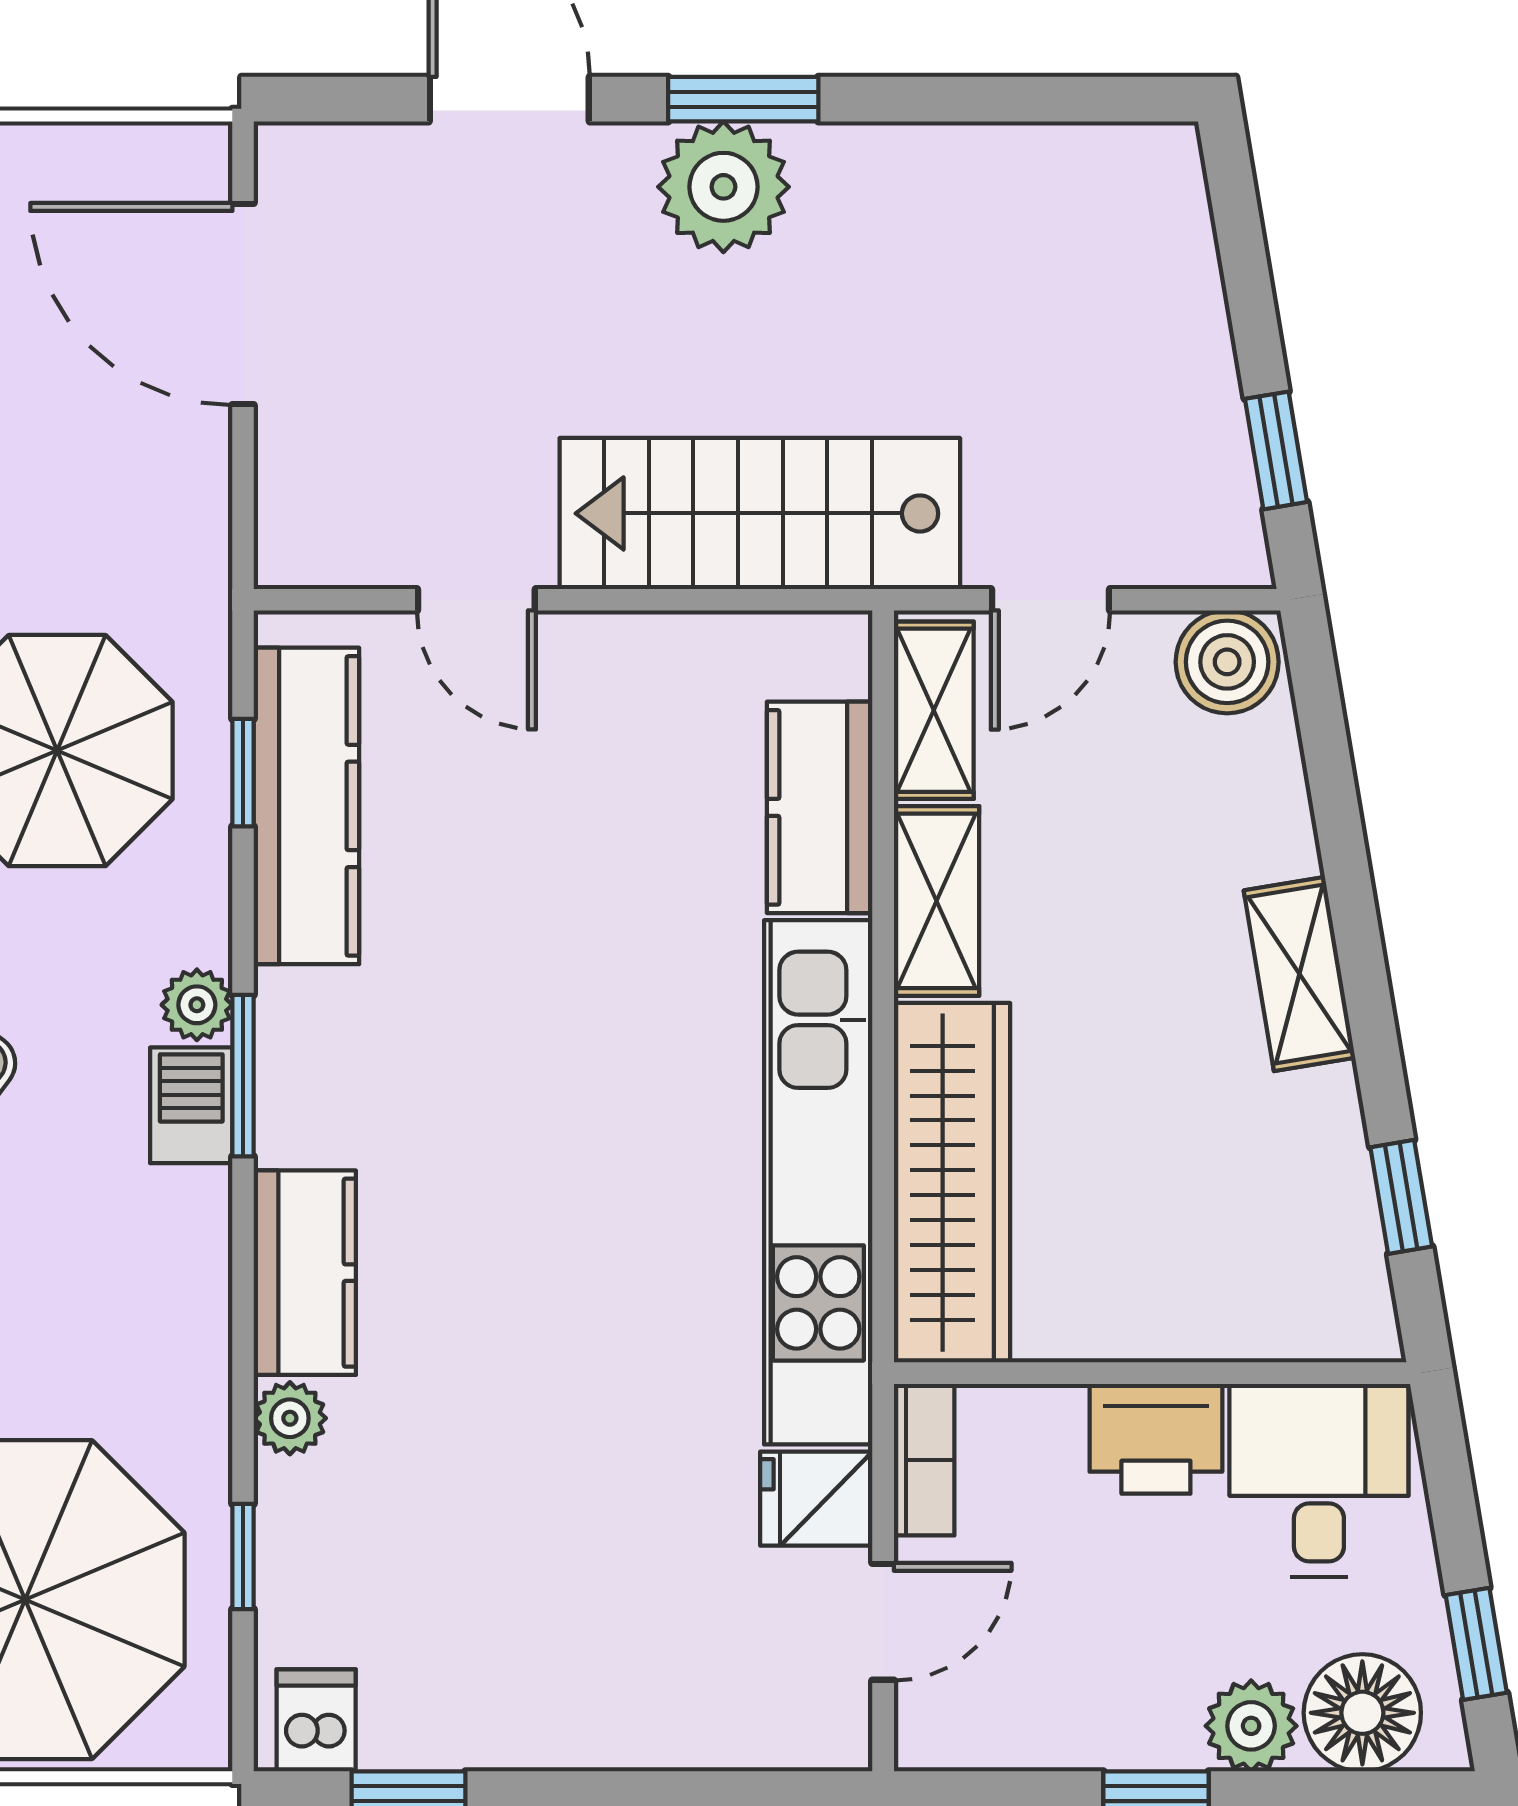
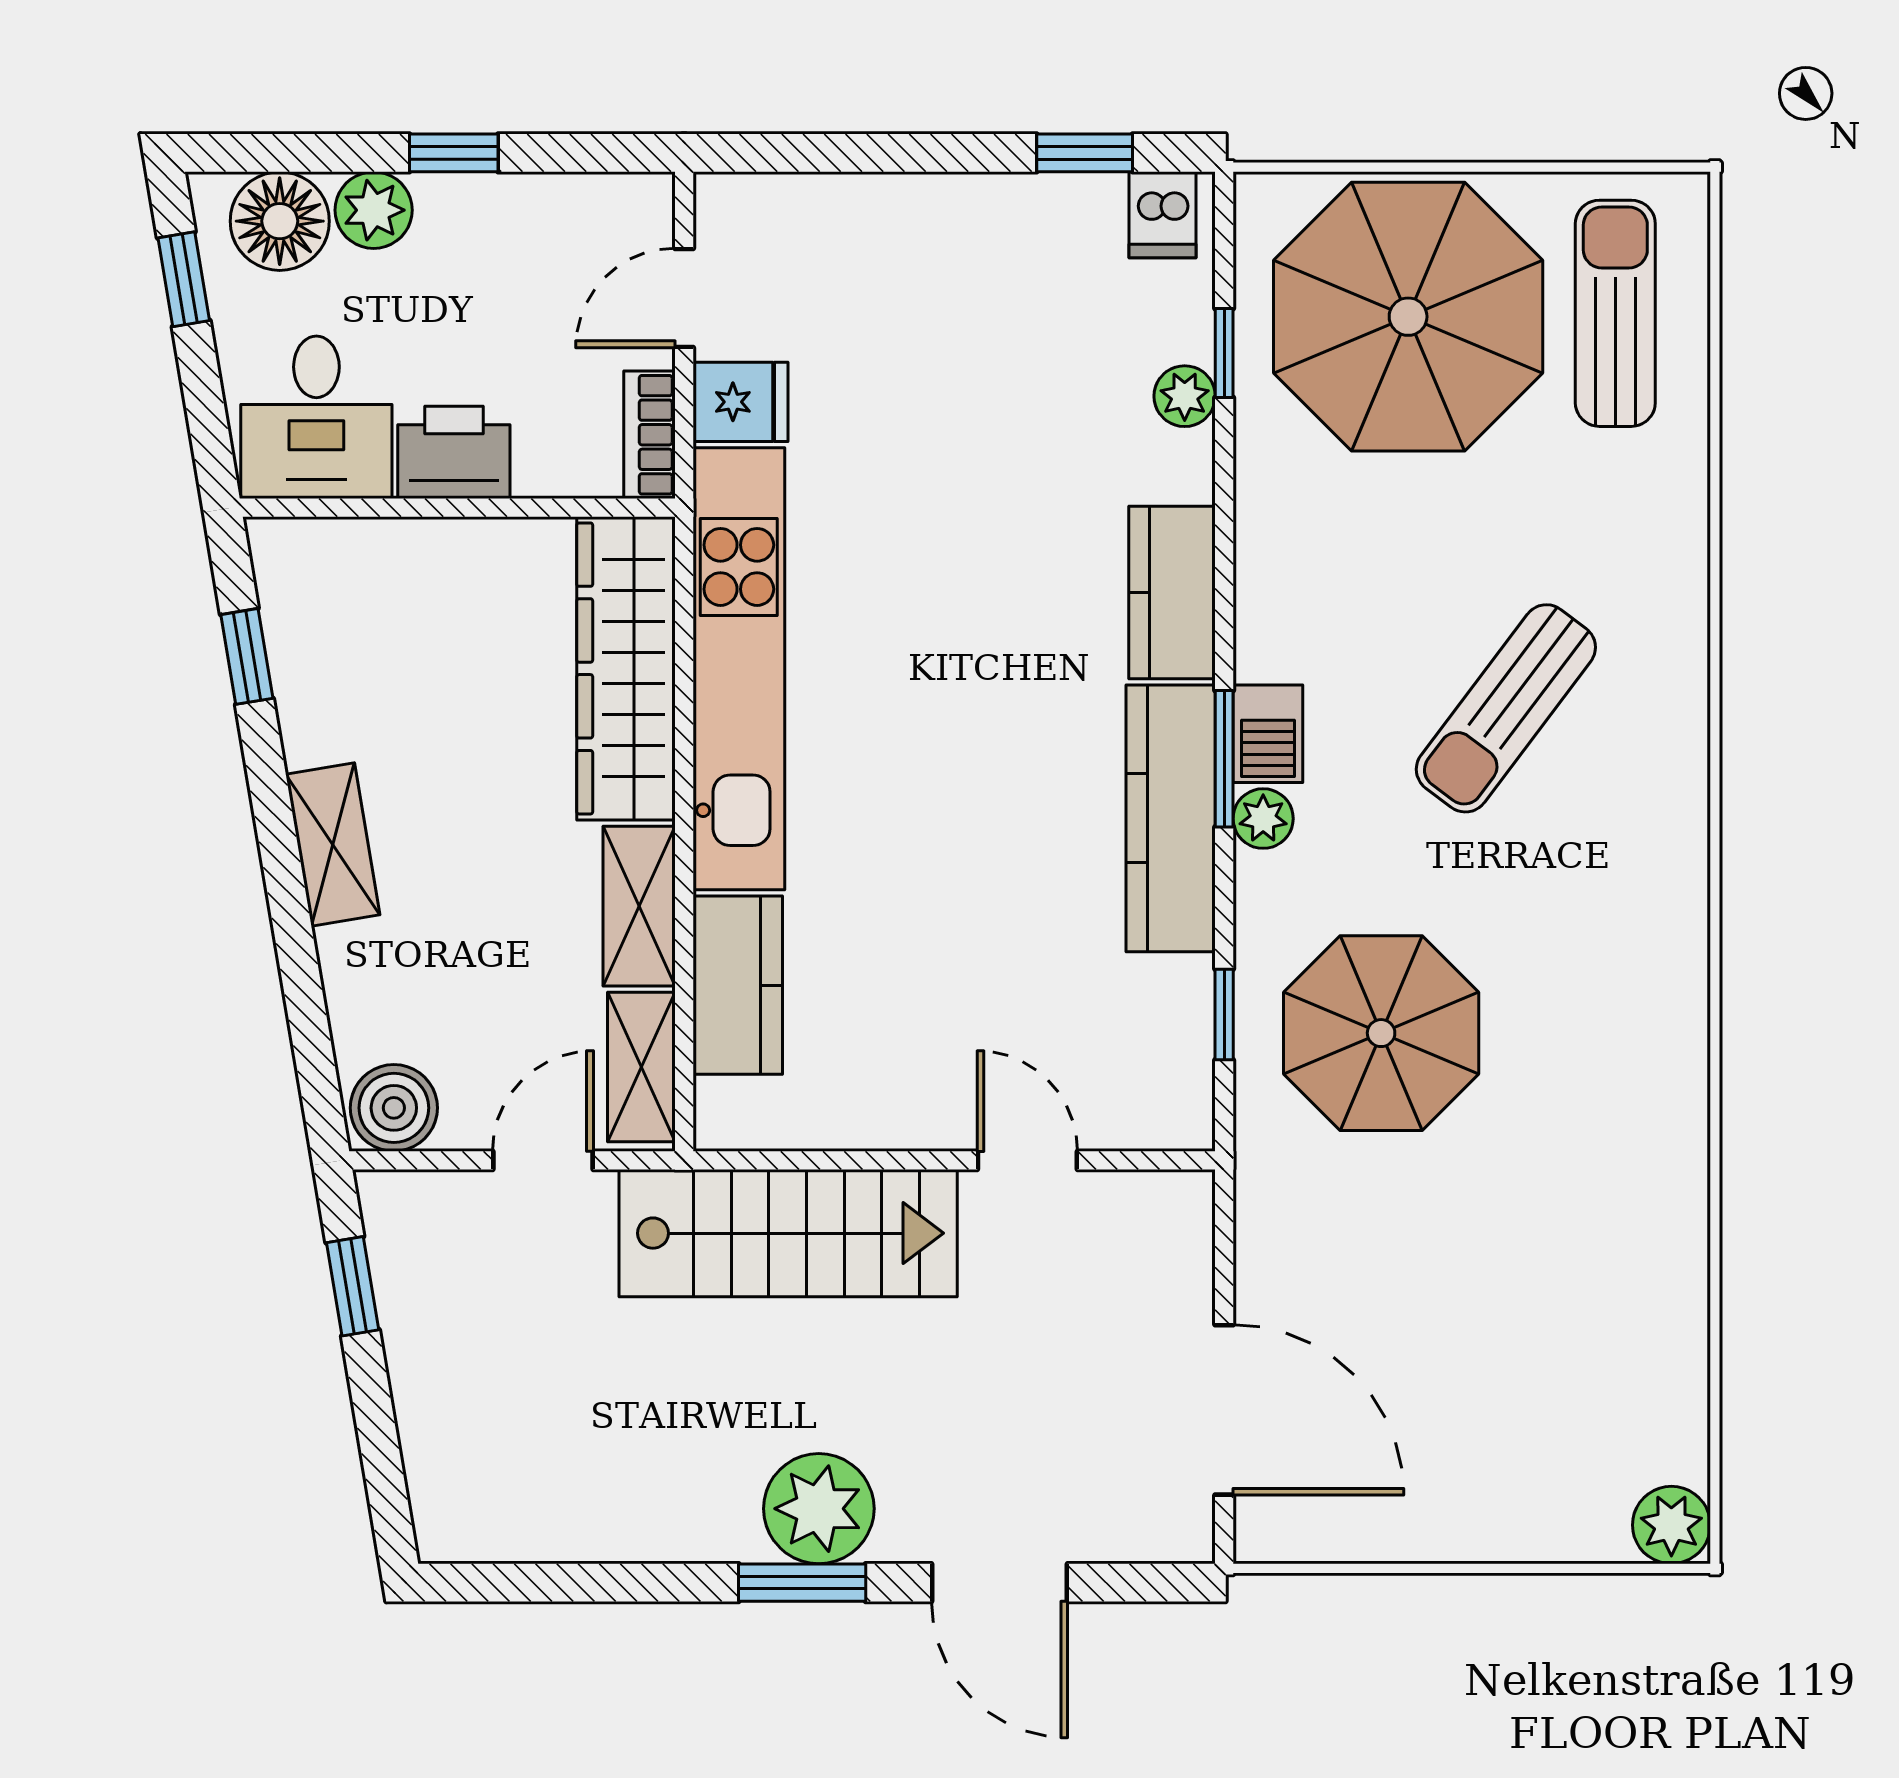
kitchen counter: (306, 806) -> (1171, 818), moved
plant: (290, 1418) -> (1185, 396), moved

